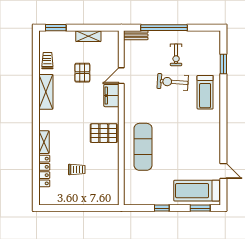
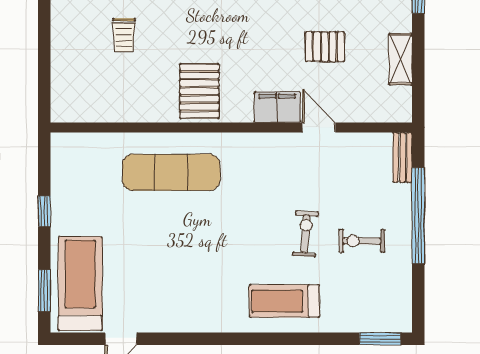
window: (223, 64) -> (380, 339), moved
exercise bike: (173, 82) -> (306, 234), width x0.73, depth x0.72

